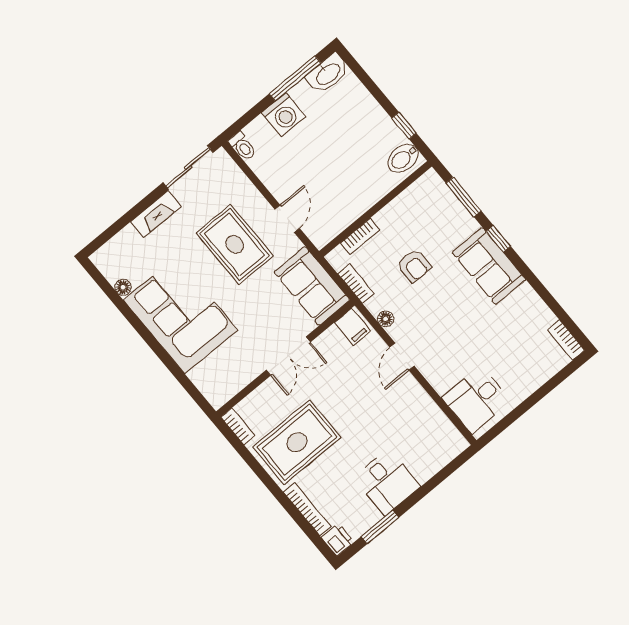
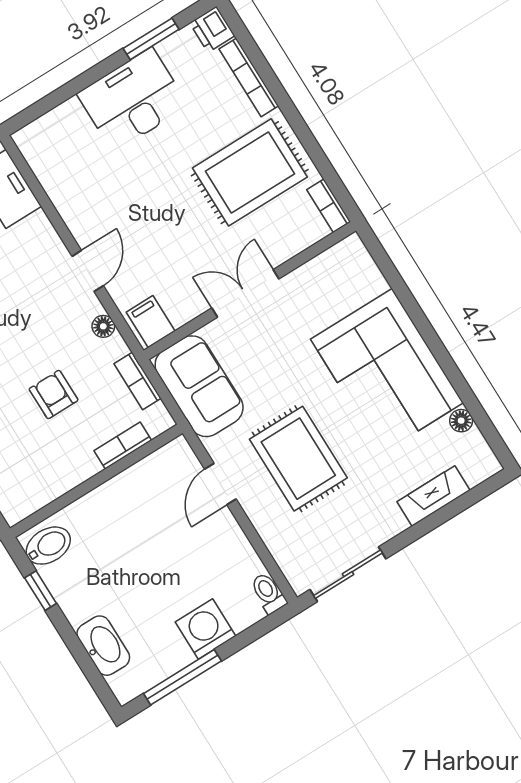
washbasin: (328, 74) -> (103, 646), moved, turned 90
fireplace: (156, 214) -> (434, 496), moved
desk: (387, 482) -> (133, 100), width x1.37

